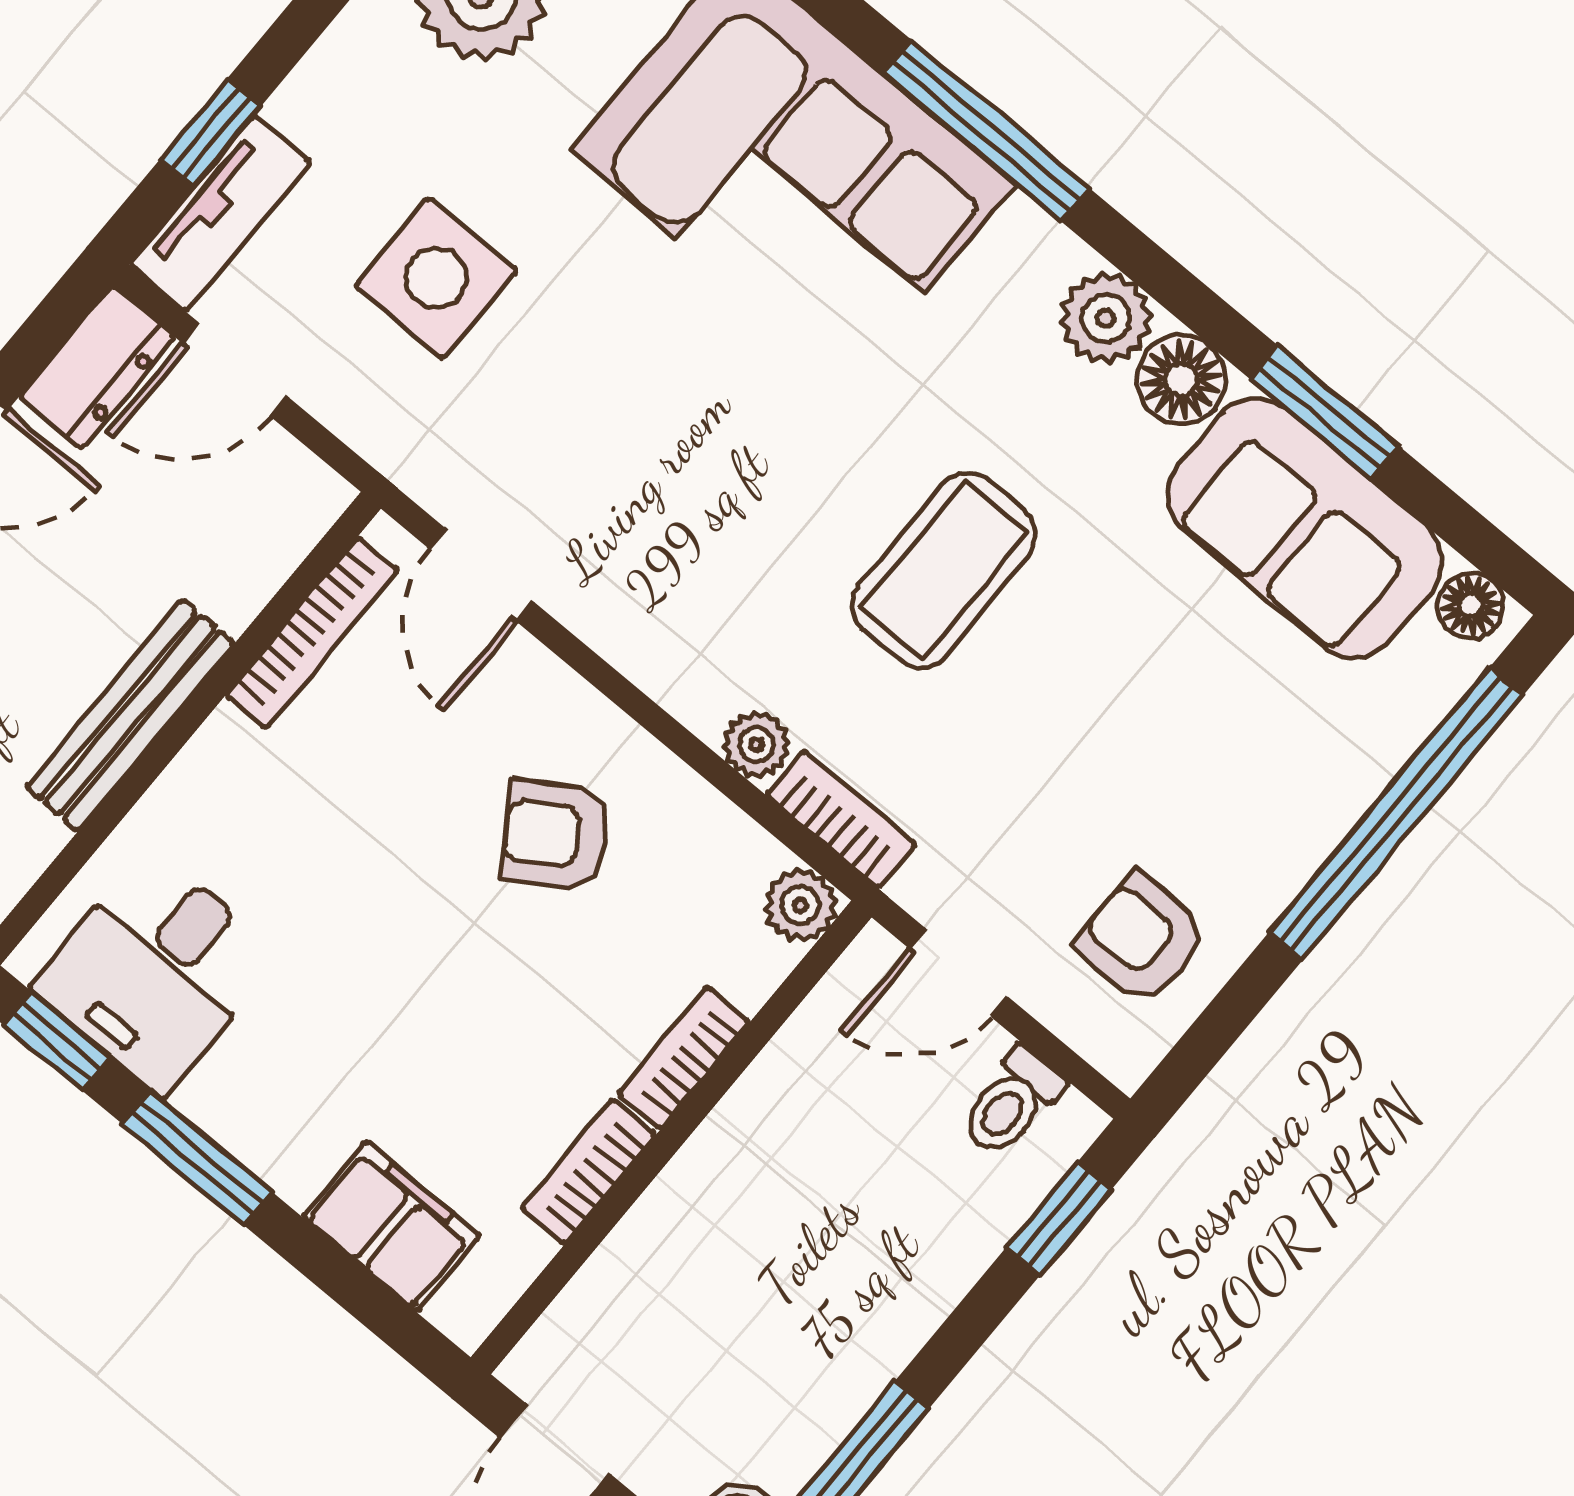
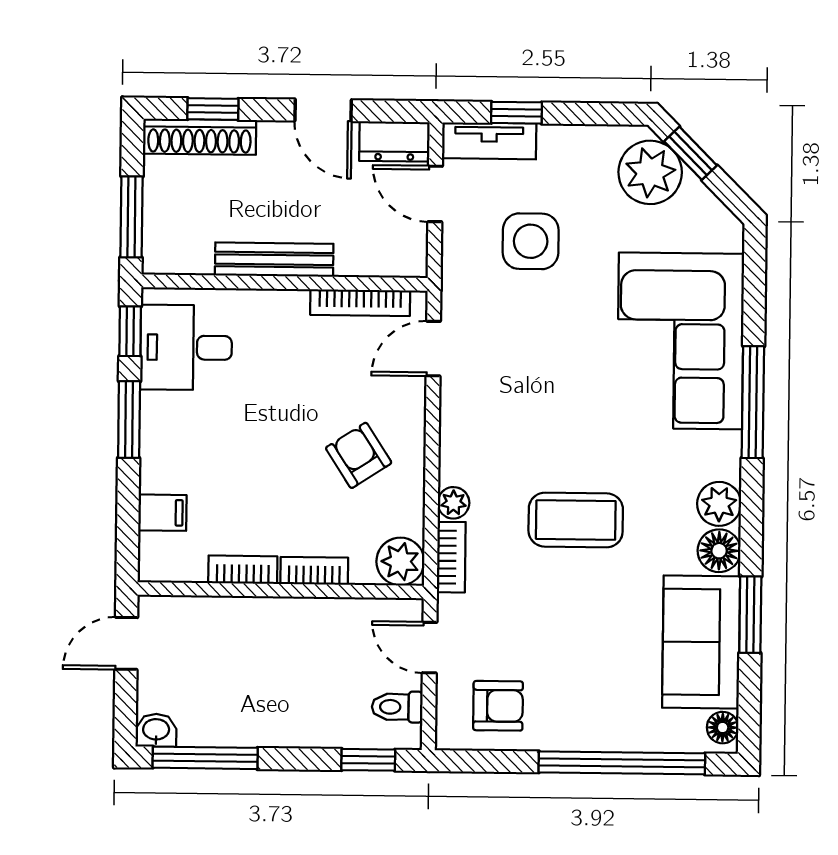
plant: (800, 905) -> (400, 561), width x1.38, depth x1.38
armchair: (1142, 939) -> (498, 706), turned 90
filing cabinet: (391, 1226) -> (162, 513), width x0.50

